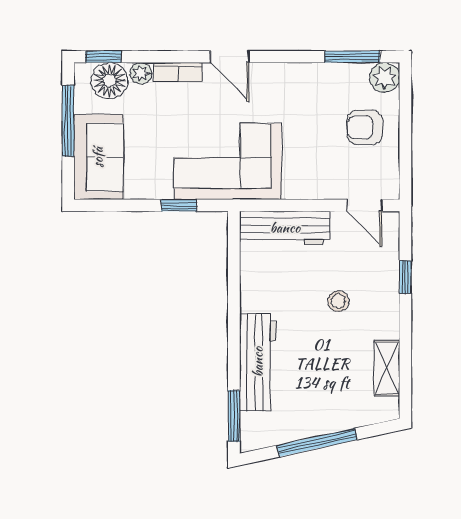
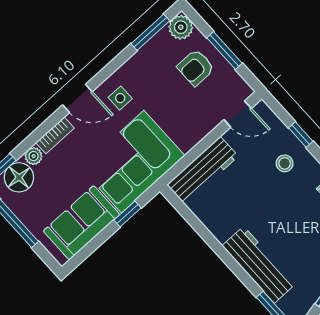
side table: (269, 92) -> (120, 98), added
window: (405, 136) -> (224, 51), added
sofa: (98, 157) -> (82, 223), moved, turned -90
stool: (338, 301) -> (285, 163), moved

